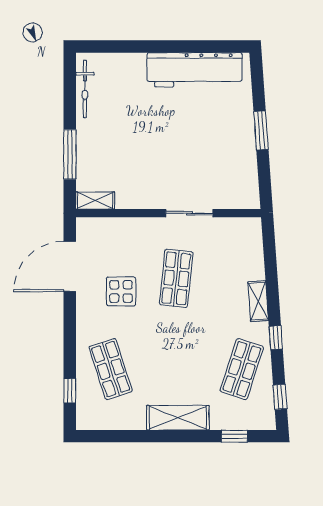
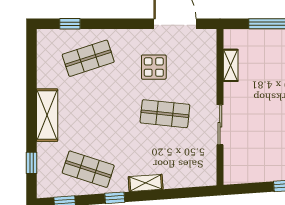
shelving: (95, 201) -> (231, 65), moved

